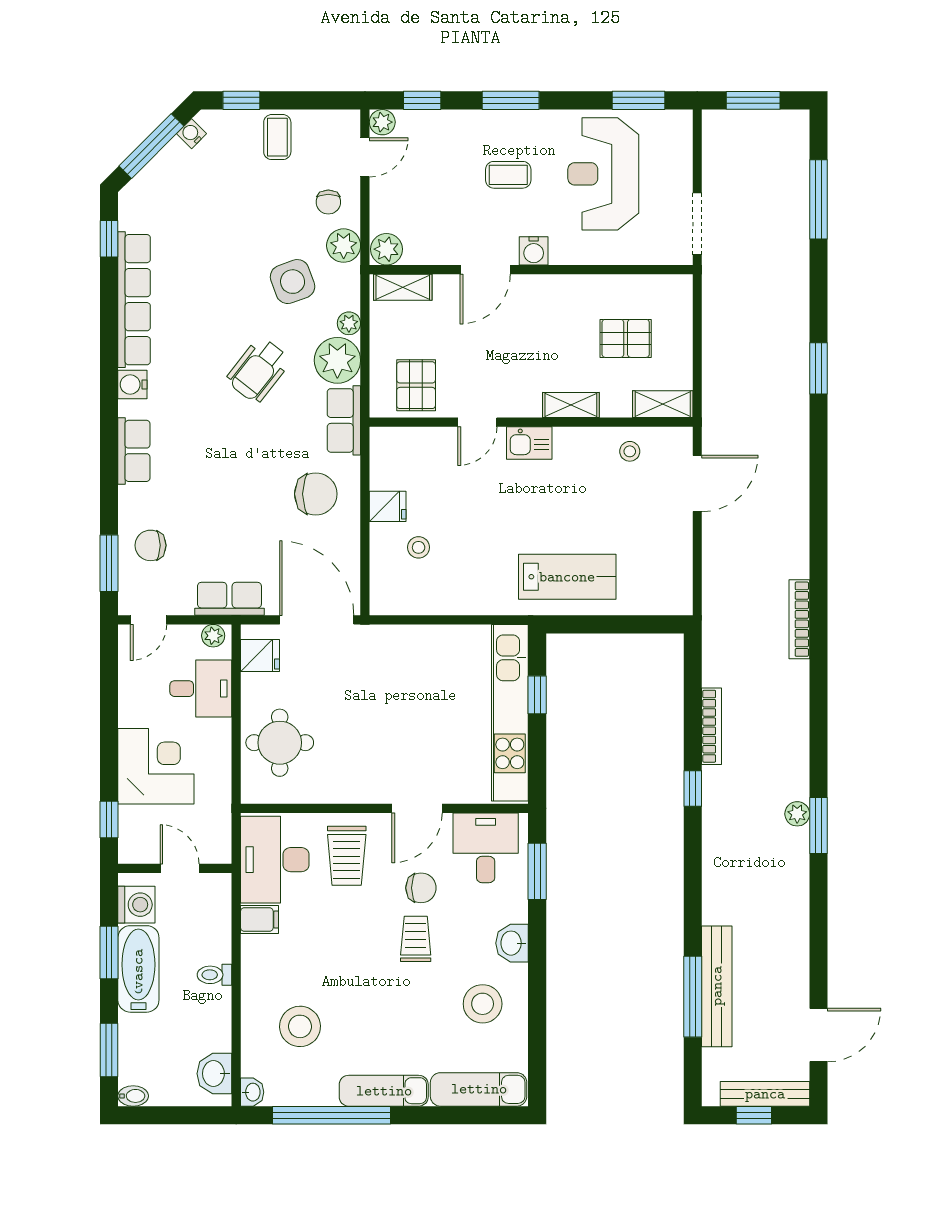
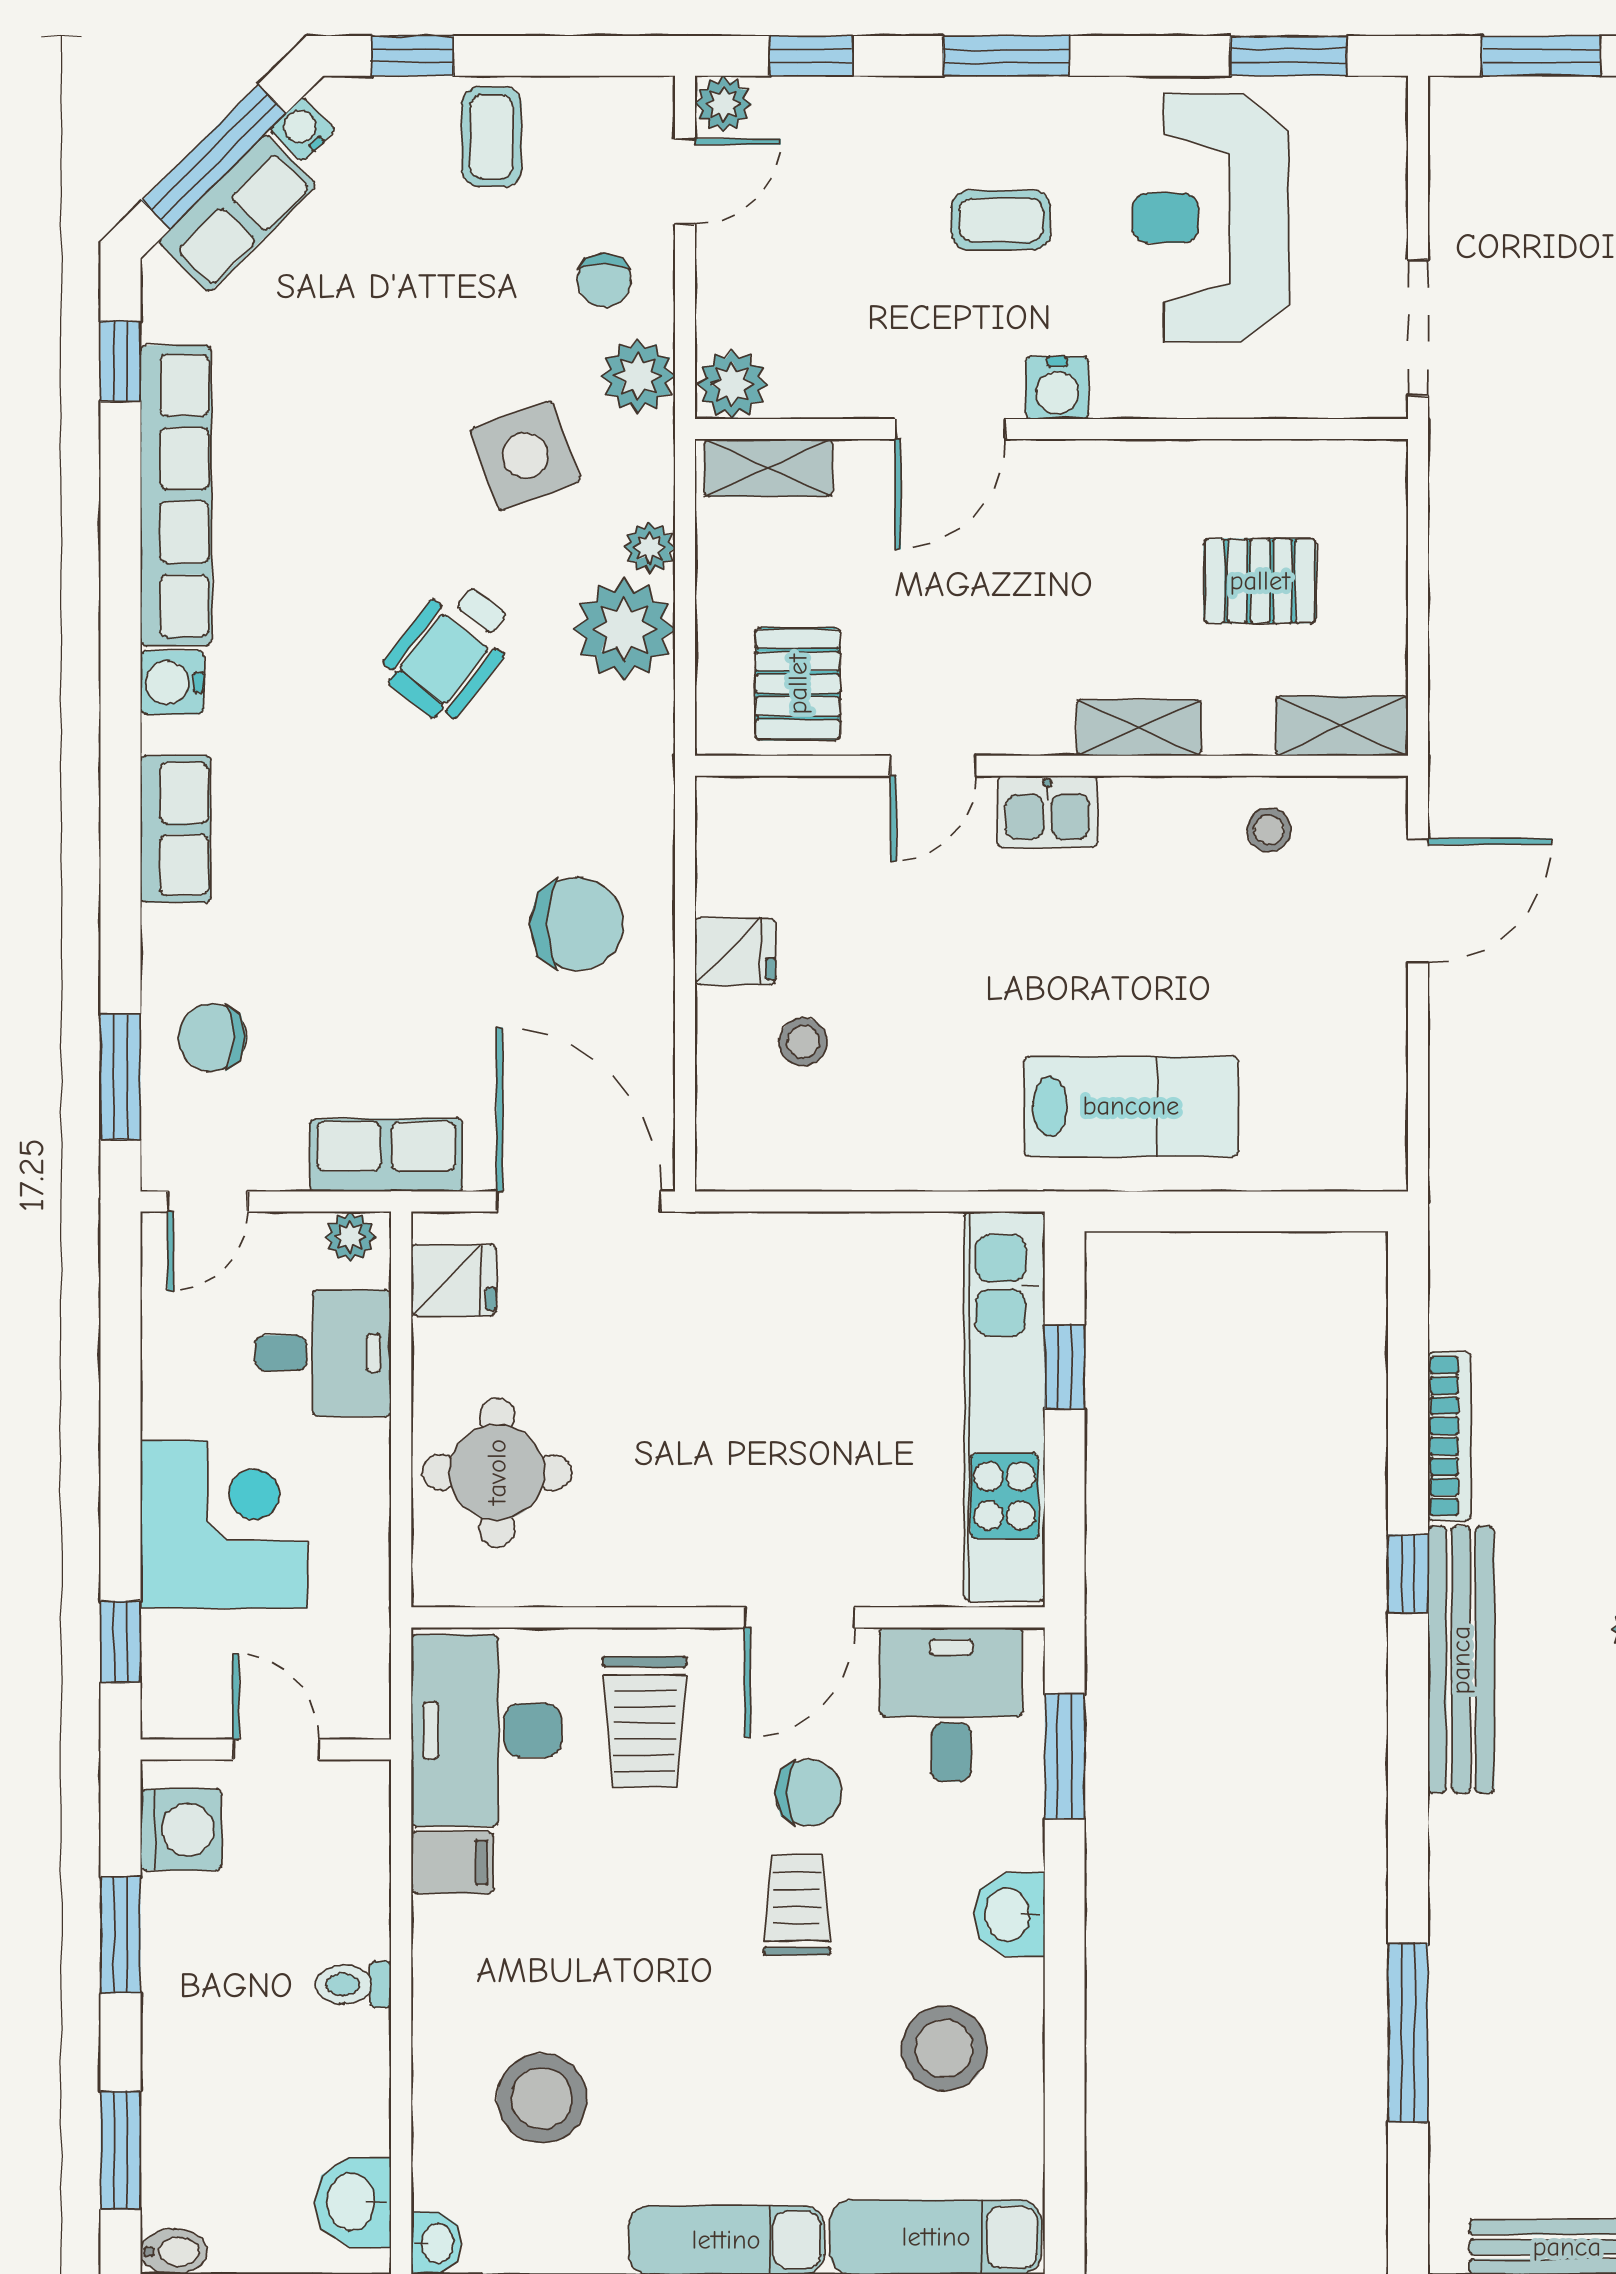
row of seats: (344, 420) -> (237, 213), moved, turned -135
bathtub: (138, 969) -> (185, 1971), removed
bench: (717, 986) -> (1461, 1660), moved

